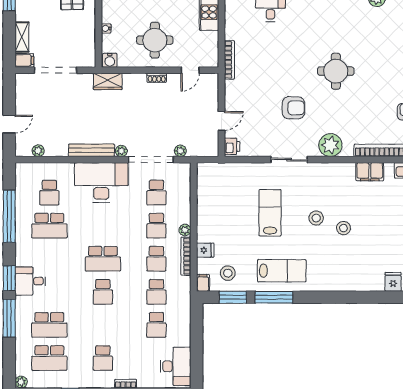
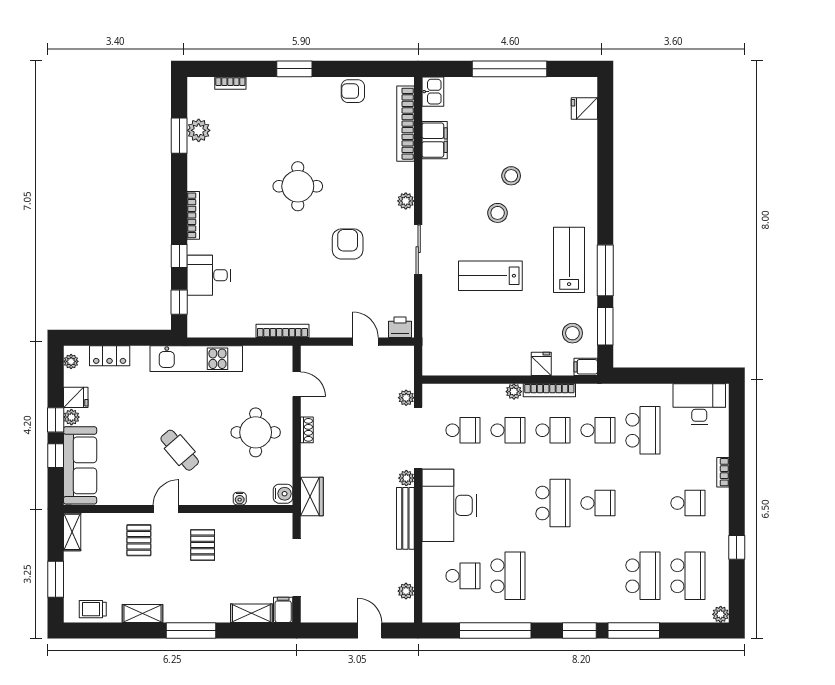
plant: (330, 145) -> (406, 201), width x0.53, depth x0.53
desk: (30, 281) -> (583, 602), removed
school desk: (156, 325) -> (643, 430), width x1.85

